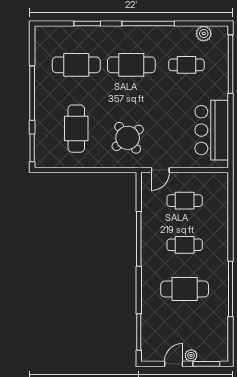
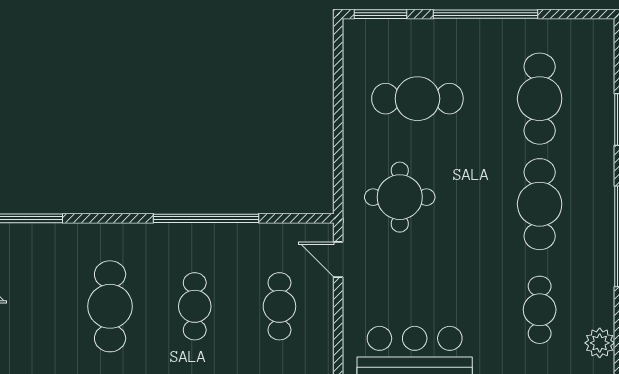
round table: (128, 138) -> (400, 197), turned 37

